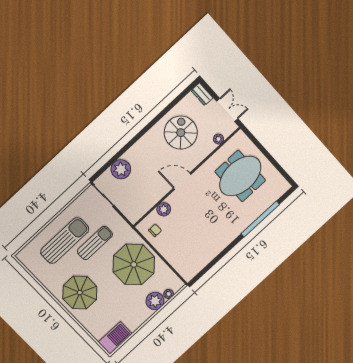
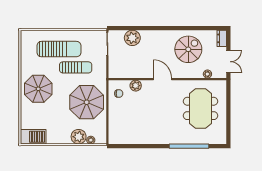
meeting table: (240, 176) -> (200, 108), turned 90

